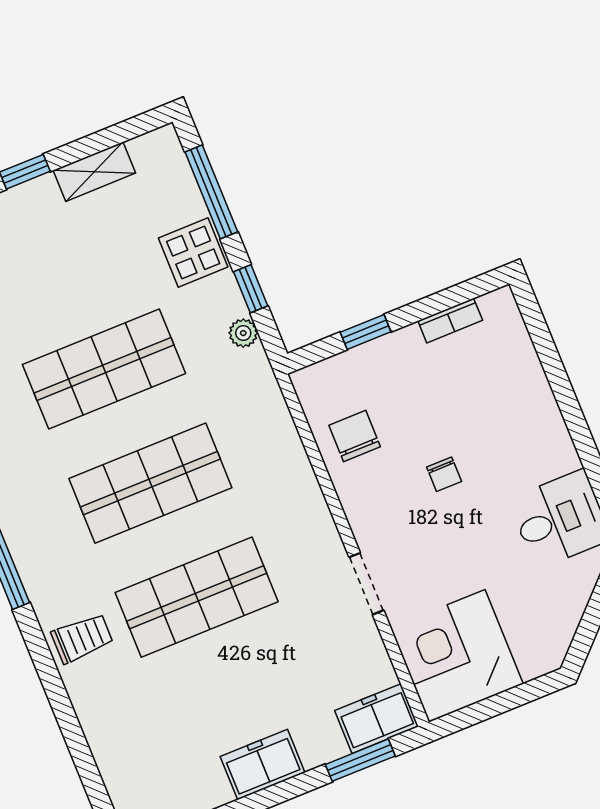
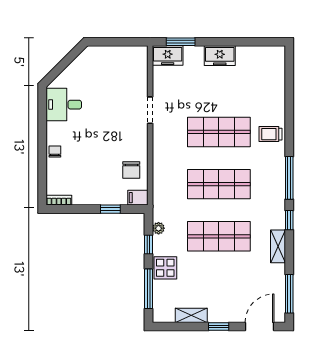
bookcase: (450, 321) -> (59, 200), moved
filing cabinet: (316, 381) -> (138, 198), added
chair: (444, 474) -> (55, 151), moved
corner desk: (457, 656) -> (126, 67), removed

